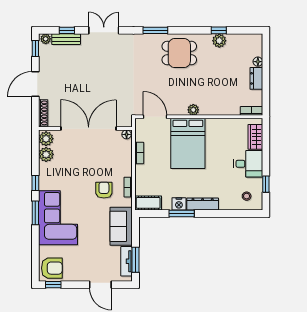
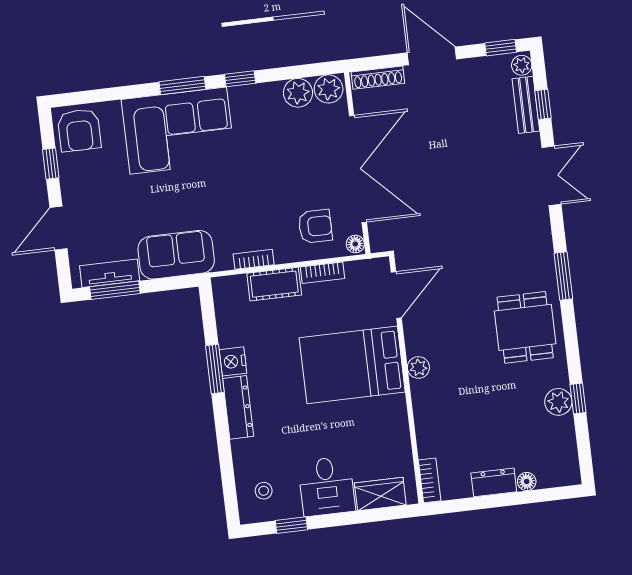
armchair: (104, 190) -> (315, 226), moved
cot: (148, 203) -> (274, 284), moved, turned 90
window: (53, 285) -> (51, 164), moved

